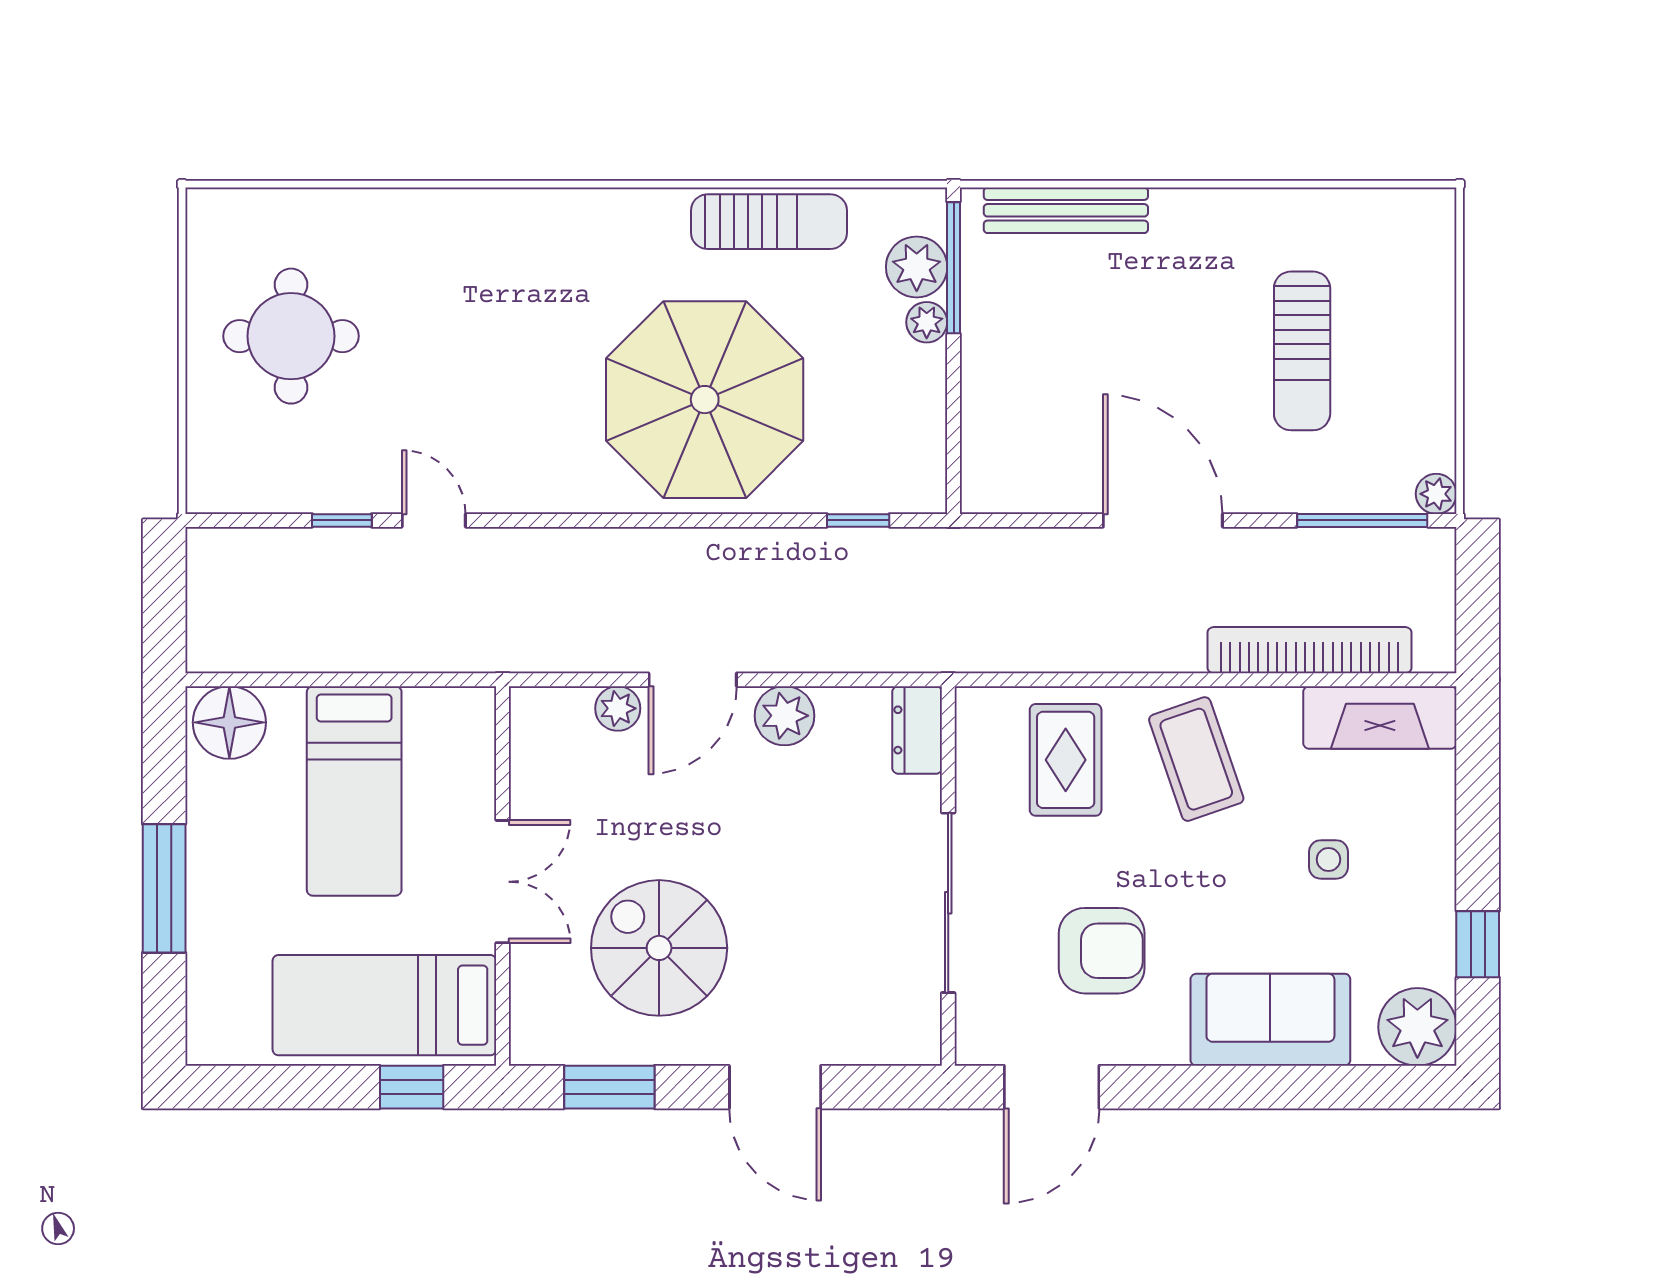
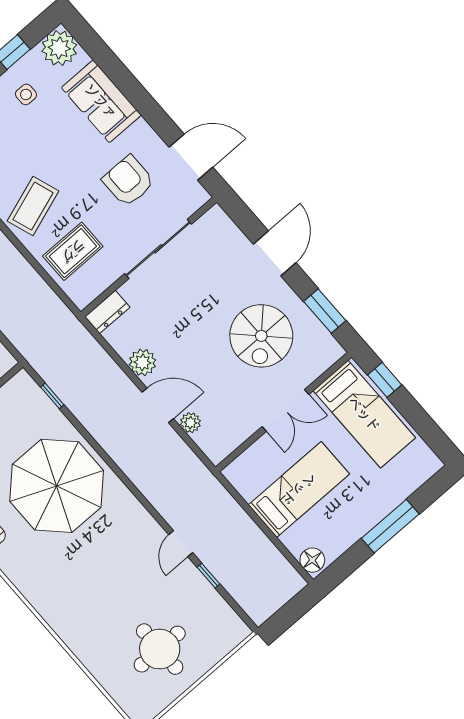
floor lamp: (229, 722) -> (312, 560), width x0.73, depth x0.73
side table: (1328, 859) -> (26, 94), moved
double door: (503, 882) -> (286, 410), swing flipped

